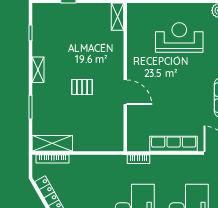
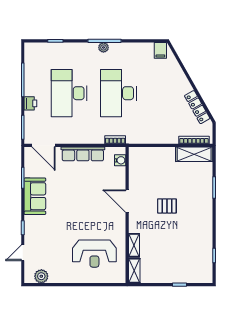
reception desk: (179, 38) -> (94, 254), moved
shelving: (38, 70) -> (134, 245), moved
water cooler: (133, 137) -> (120, 160), added

